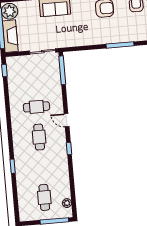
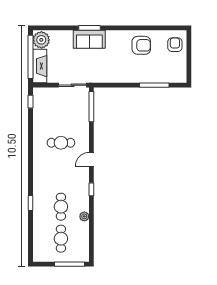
door: (67, 120) -> (91, 159), hinge flipped
cafe table: (39, 137) -> (61, 207), moved
plant: (67, 203) -> (84, 216), moved

